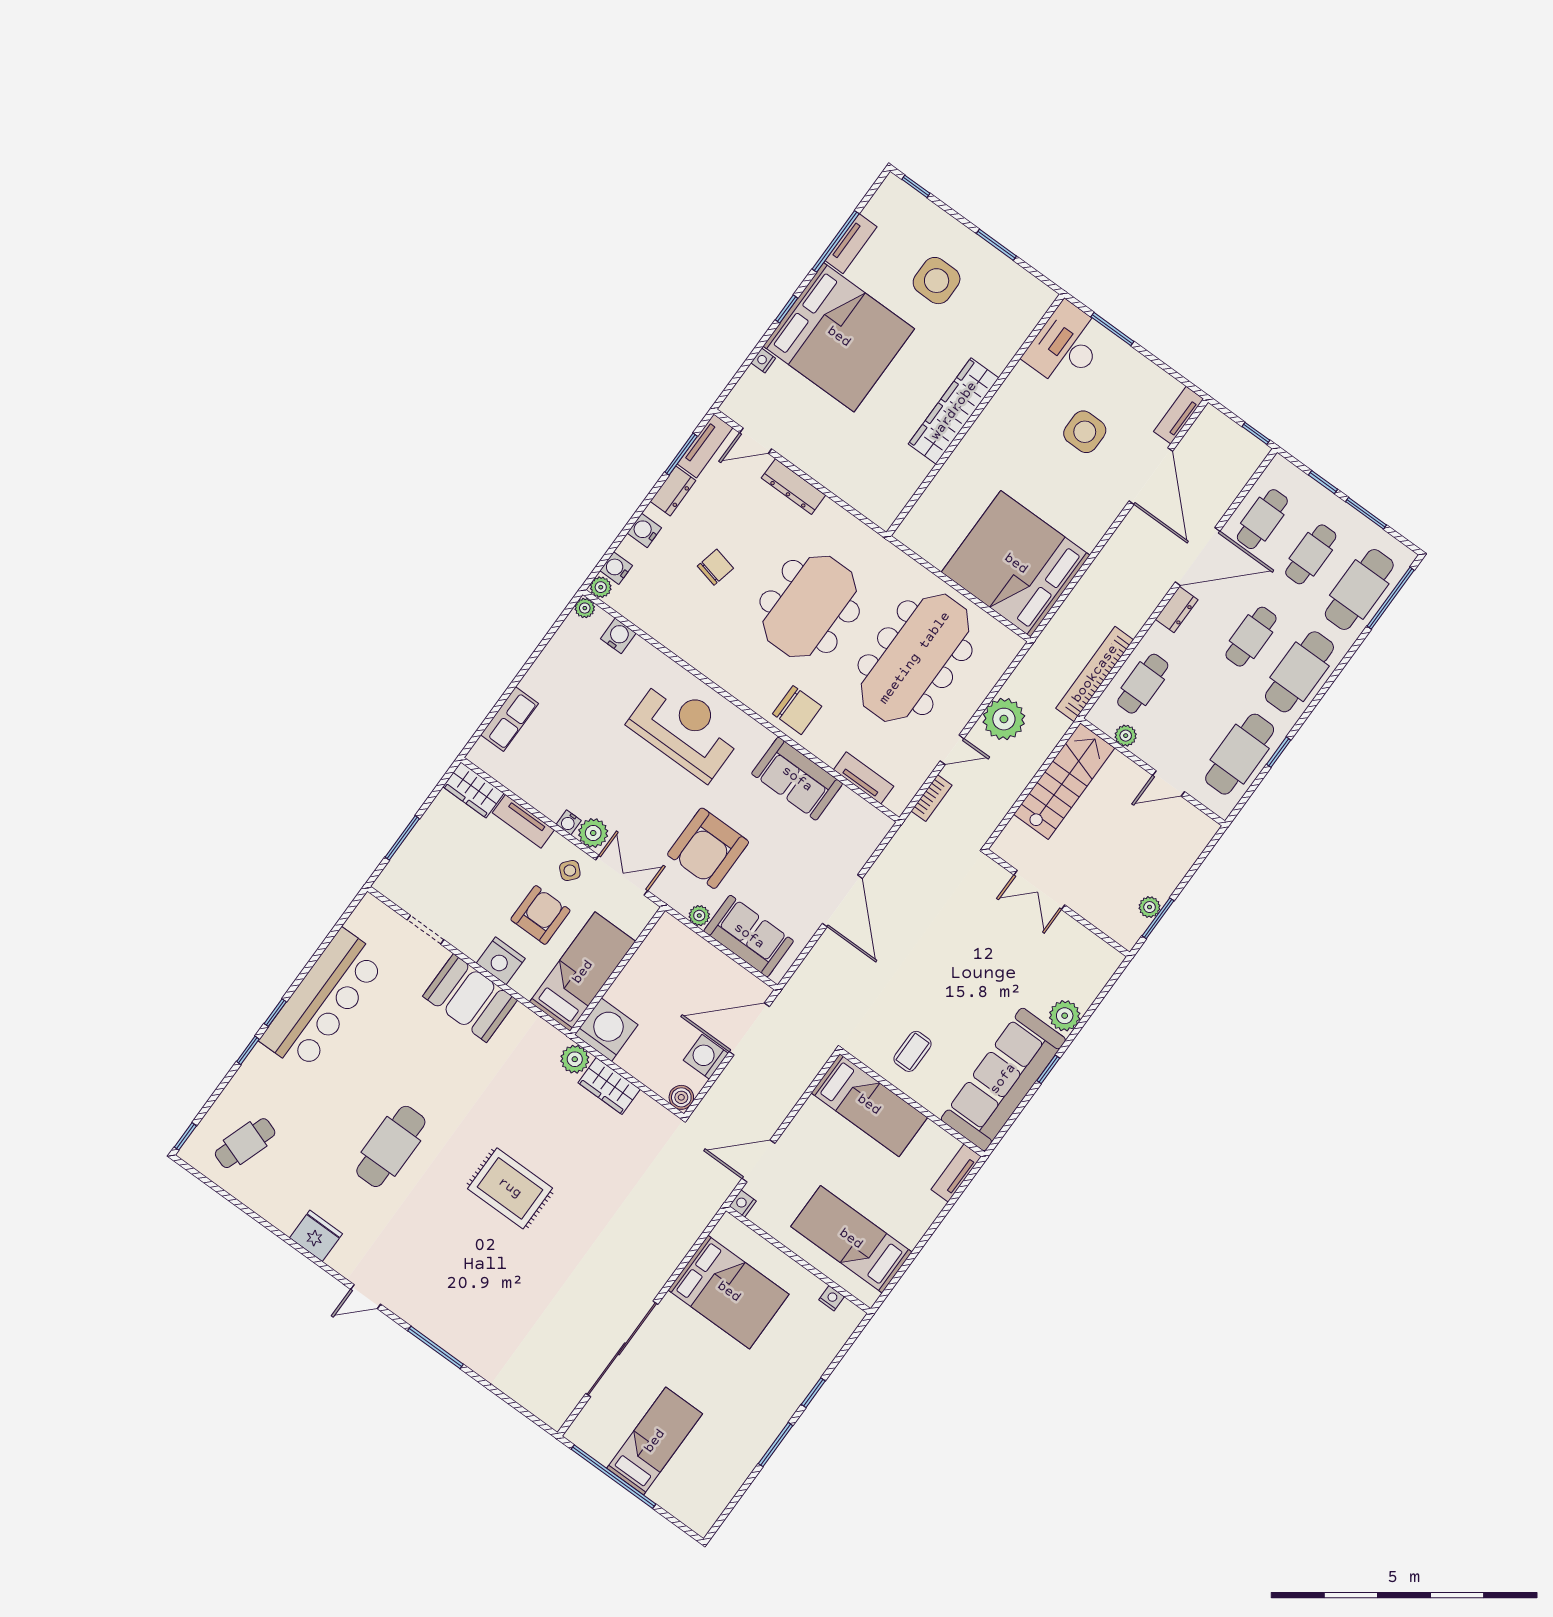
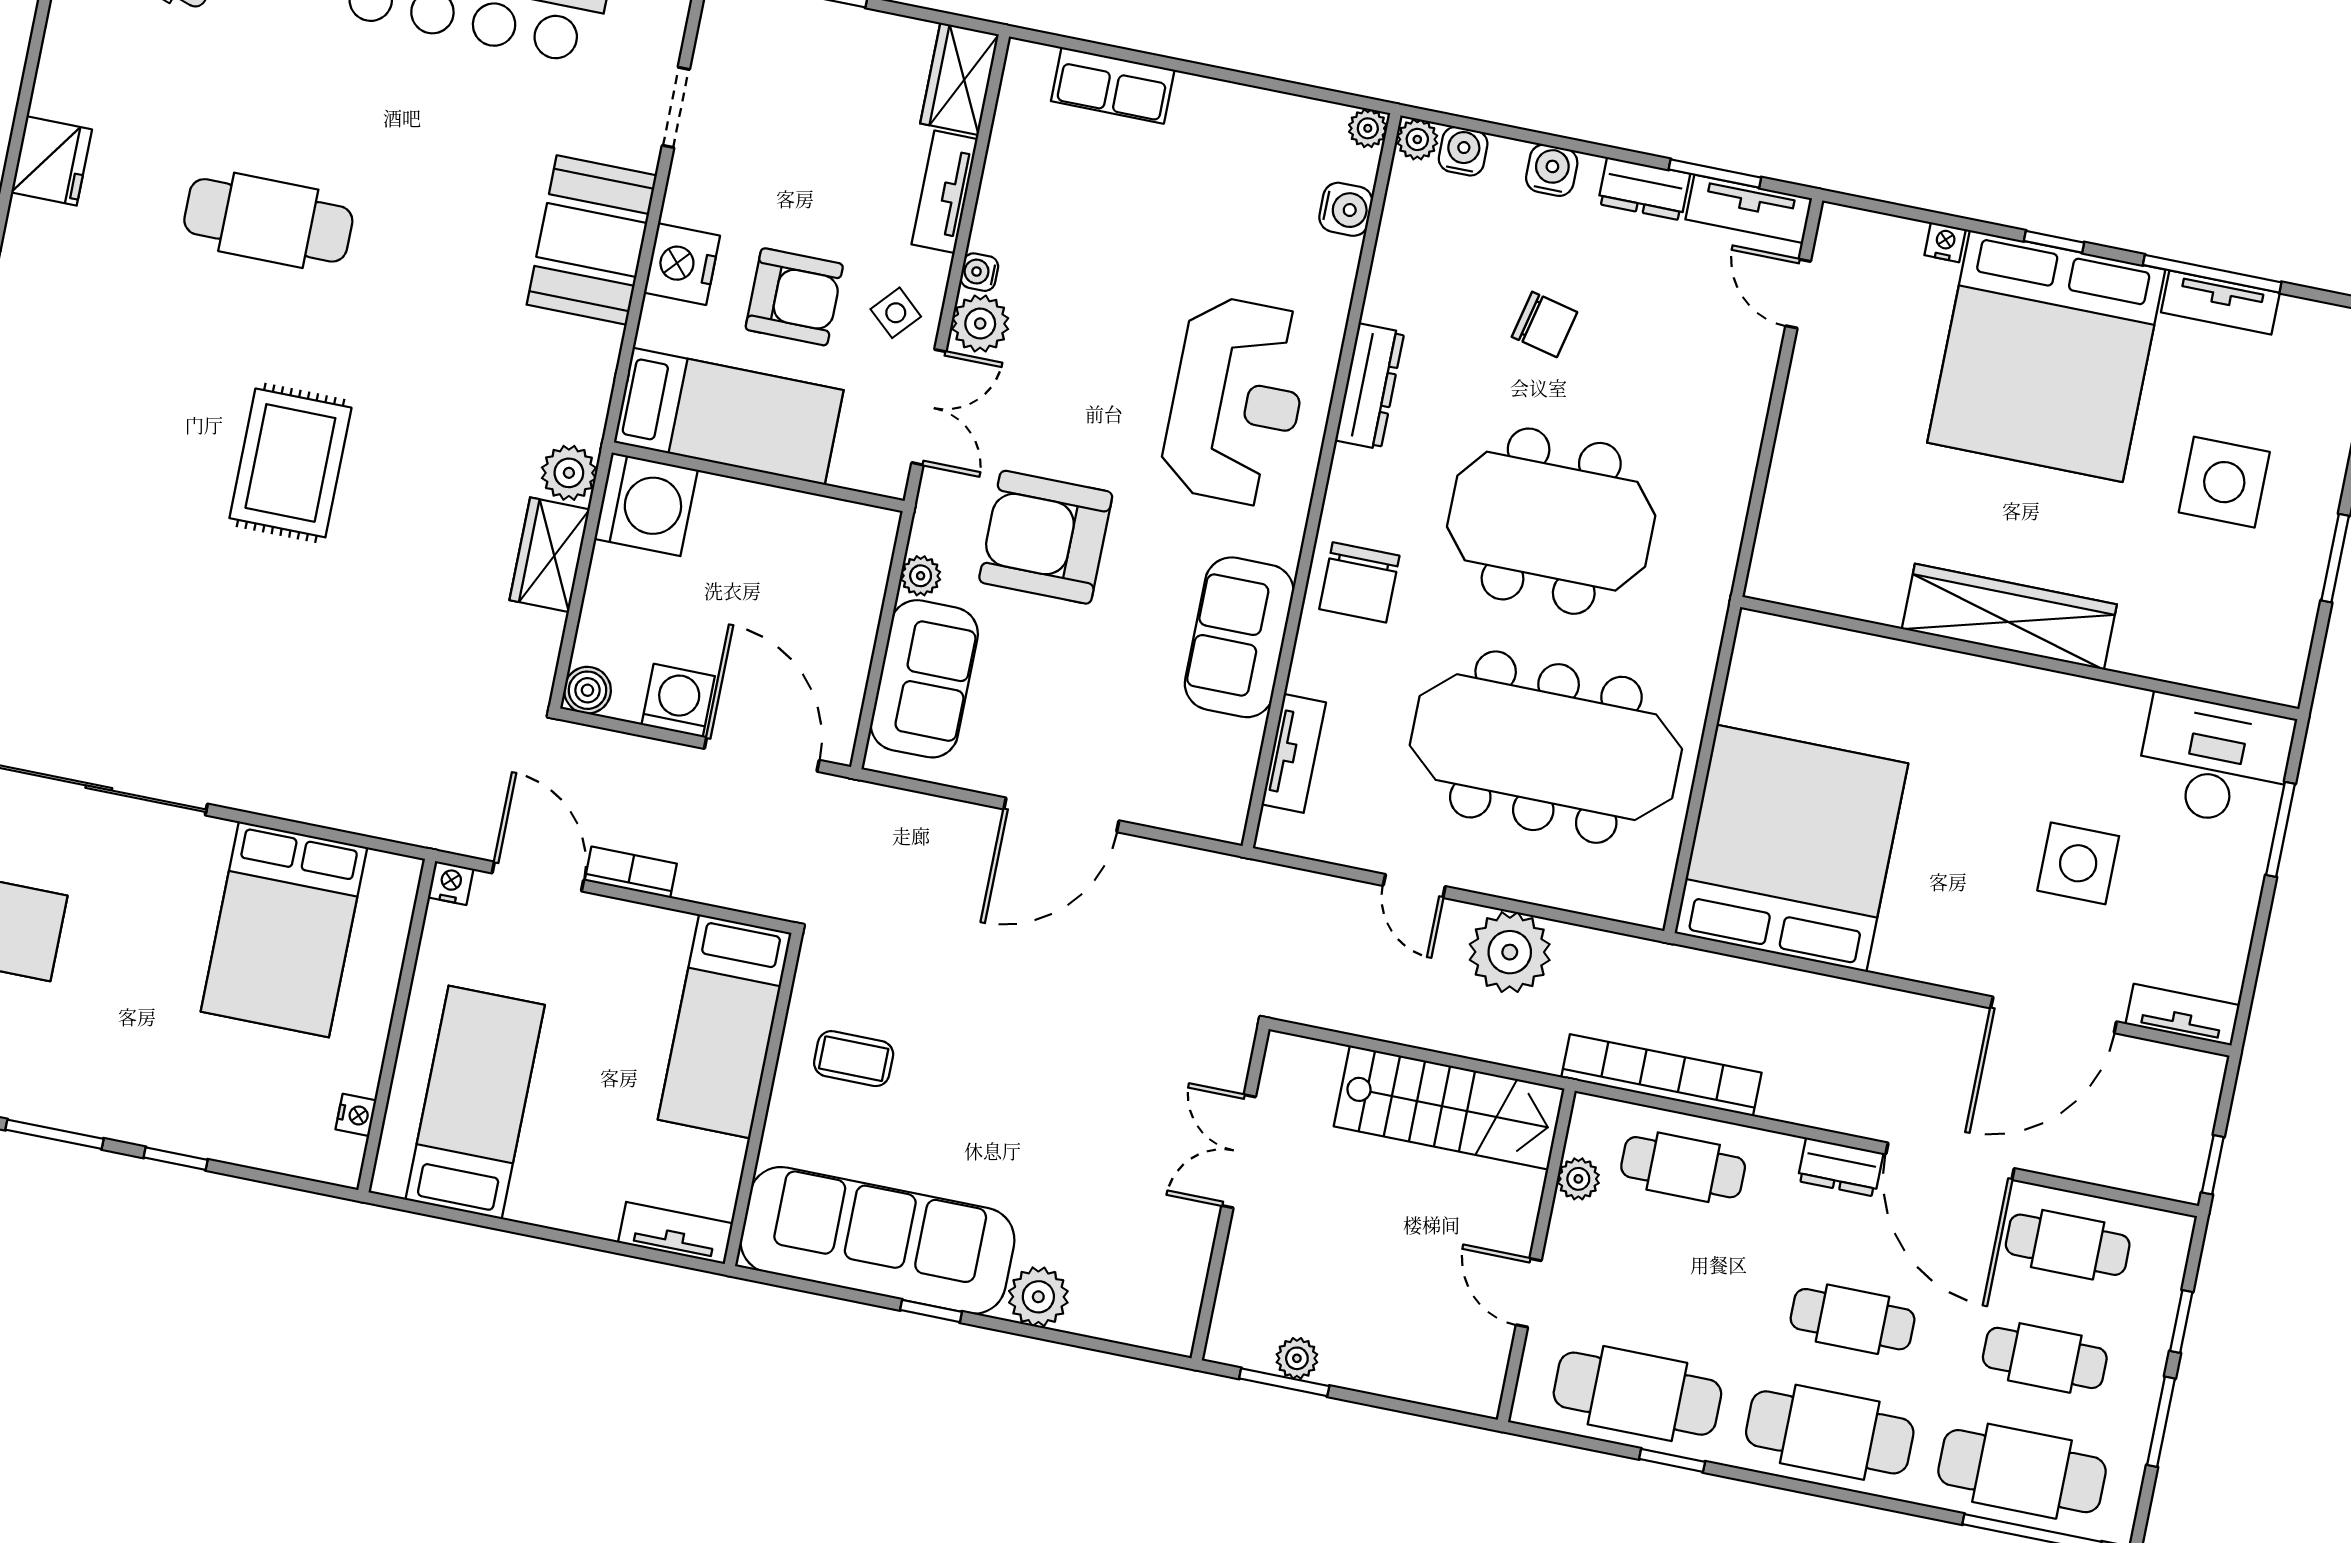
dresser: (793, 487) -> (1370, 386), moved, turned 180
bookcase: (932, 798) -> (631, 872), moved, turned 180

